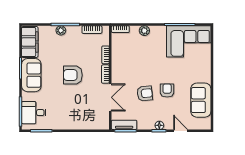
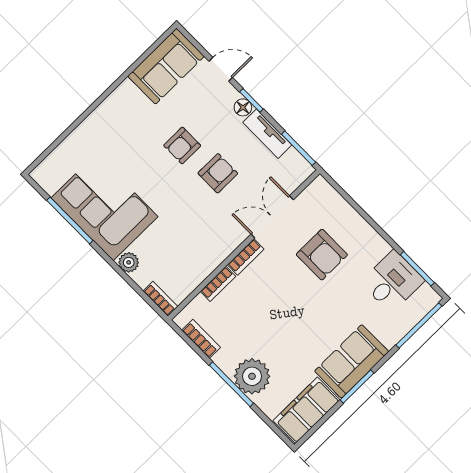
plant: (61, 30) -> (252, 376), width x1.87, depth x1.87
corner sofa: (189, 41) -> (105, 207), moved
armchair: (73, 75) -> (322, 255), moved
armchair: (145, 93) -> (218, 173), turned 96
sofa: (201, 100) -> (166, 66), moved
desk: (34, 113) -> (392, 281), moved, turned -90
tv unit: (124, 125) -> (267, 134), moved
door: (181, 131) -> (221, 69), swing flipped

